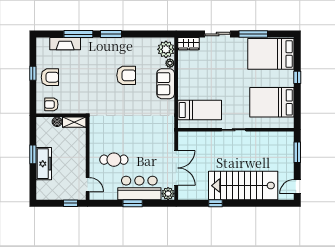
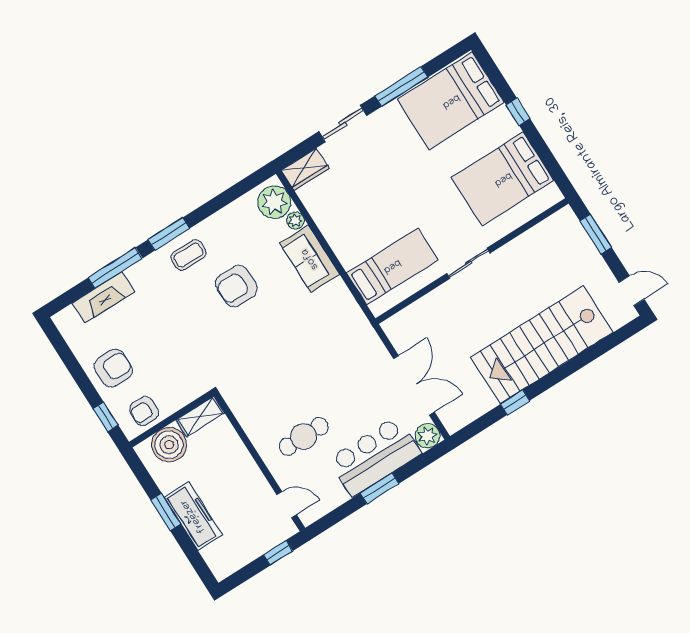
coffee table: (114, 49) -> (189, 255), added
window: (33, 73) -> (106, 417), moved
armchair: (126, 75) -> (236, 286), turned 180
boiler: (57, 122) -> (169, 445), width x1.86, depth x1.86
door: (297, 187) -> (632, 291), swing flipped

